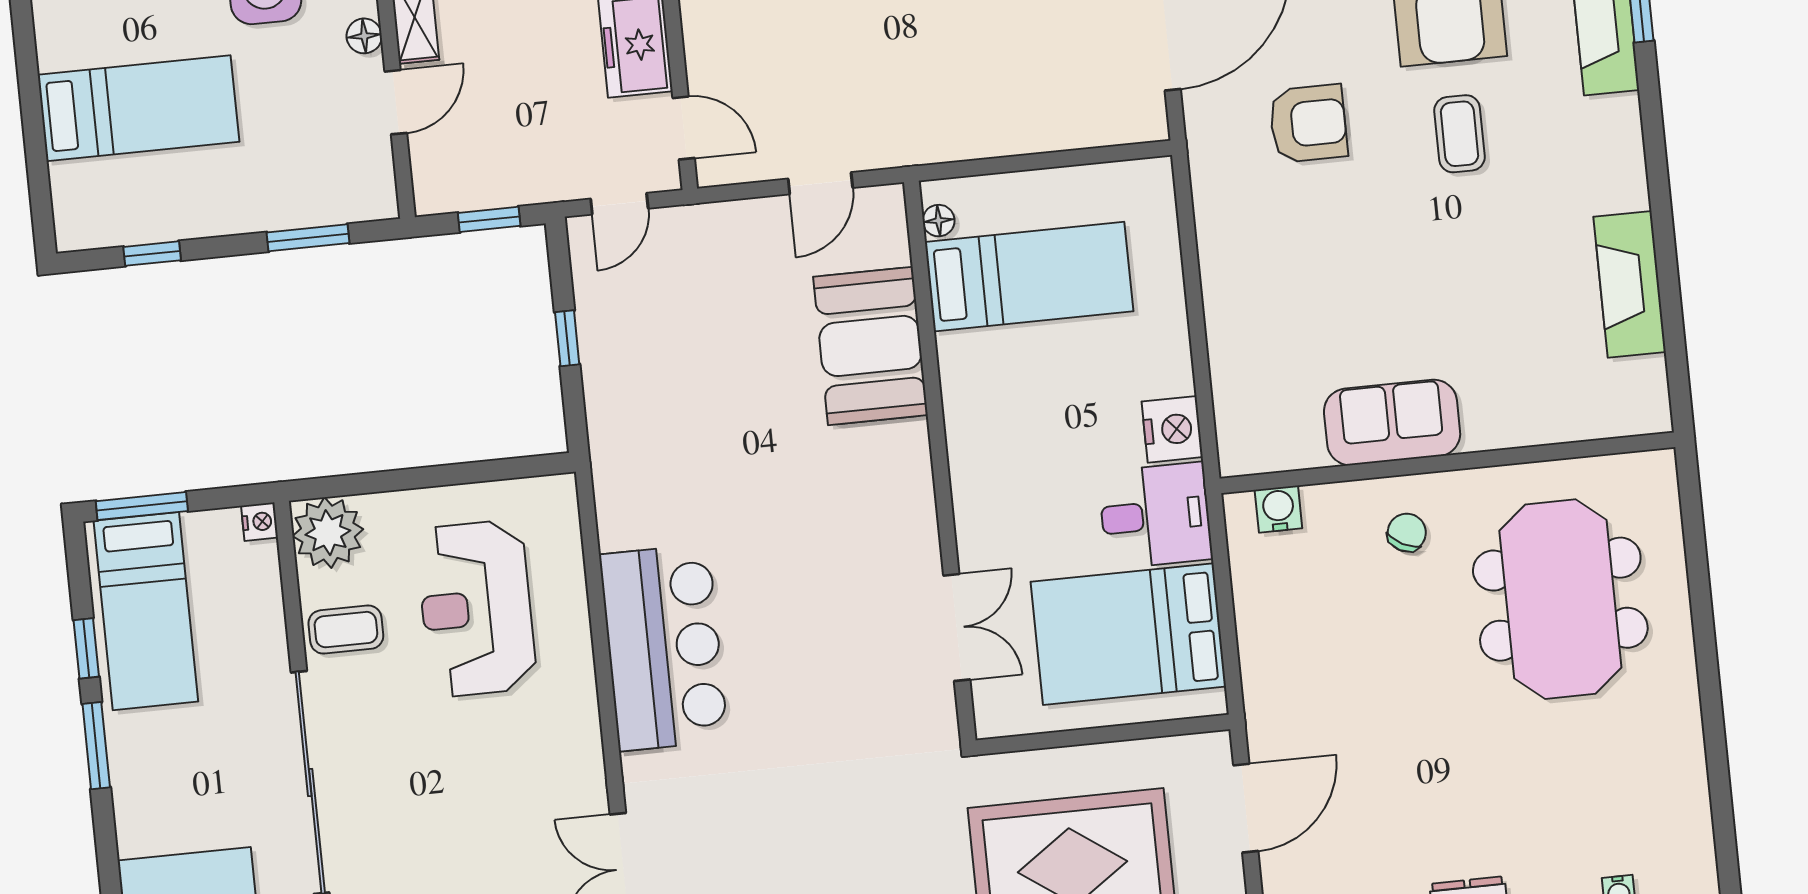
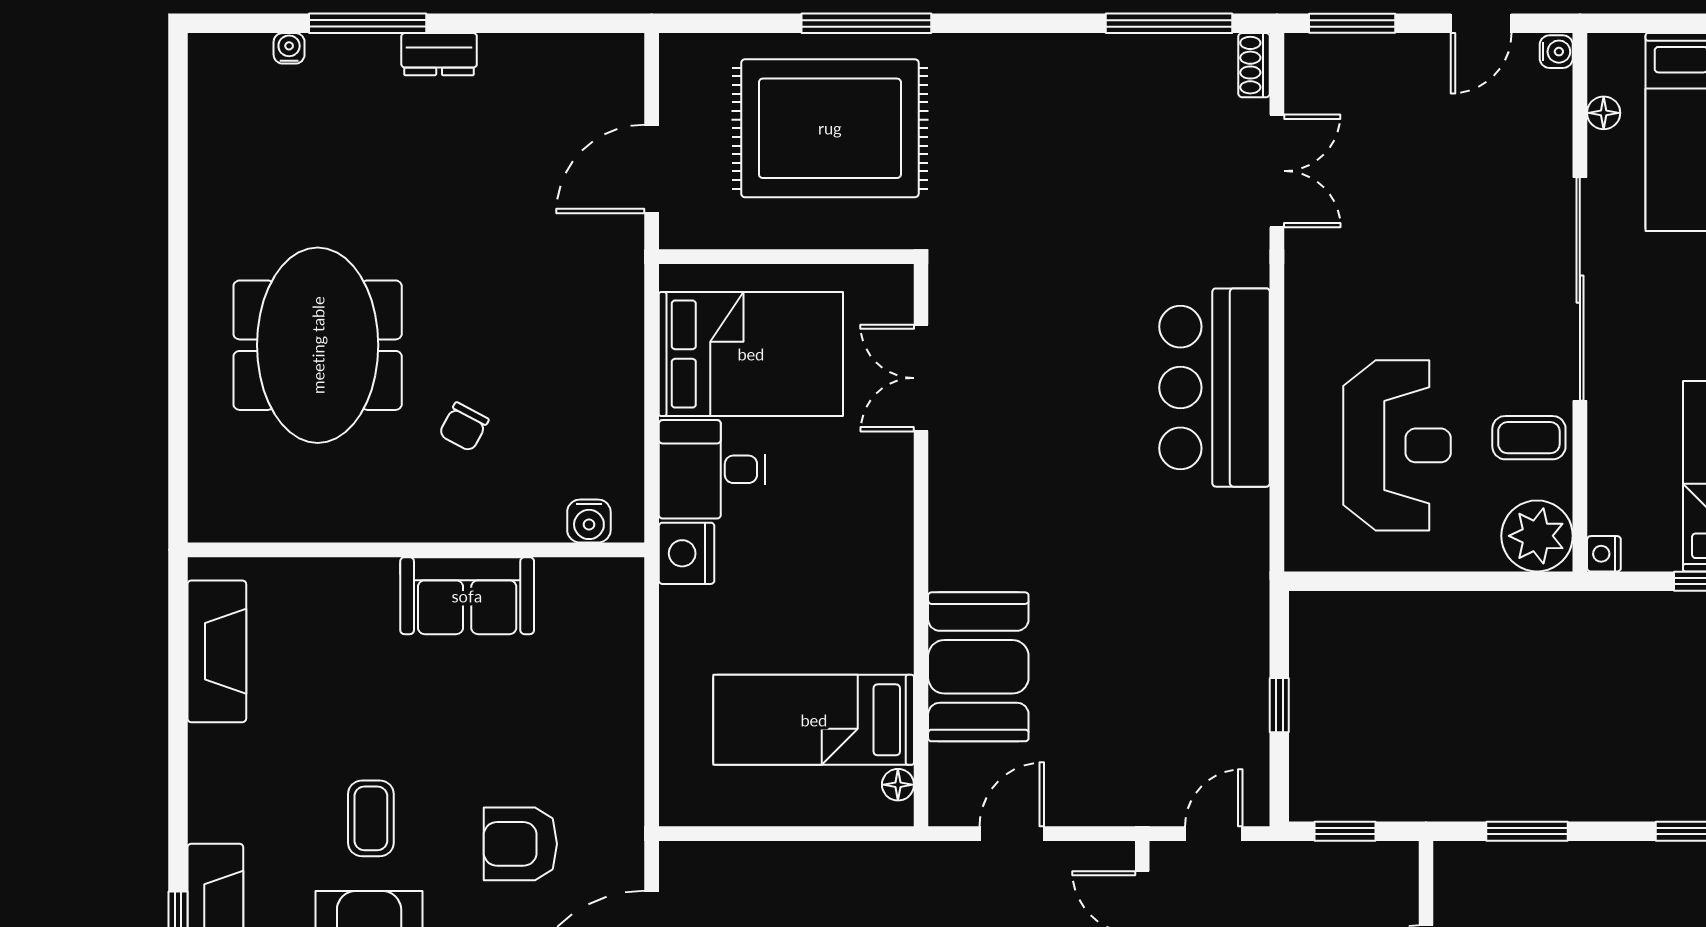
sofa: (1392, 422) -> (467, 596), moved
wall: (1448, 463) -> (416, 550), moved
water cooler: (1278, 509) -> (589, 521), moved

